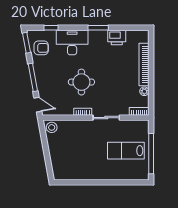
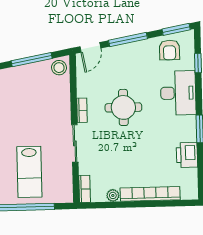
window: (45, 147) -> (32, 60), added
lab bench: (126, 151) -> (29, 172), turned 180

